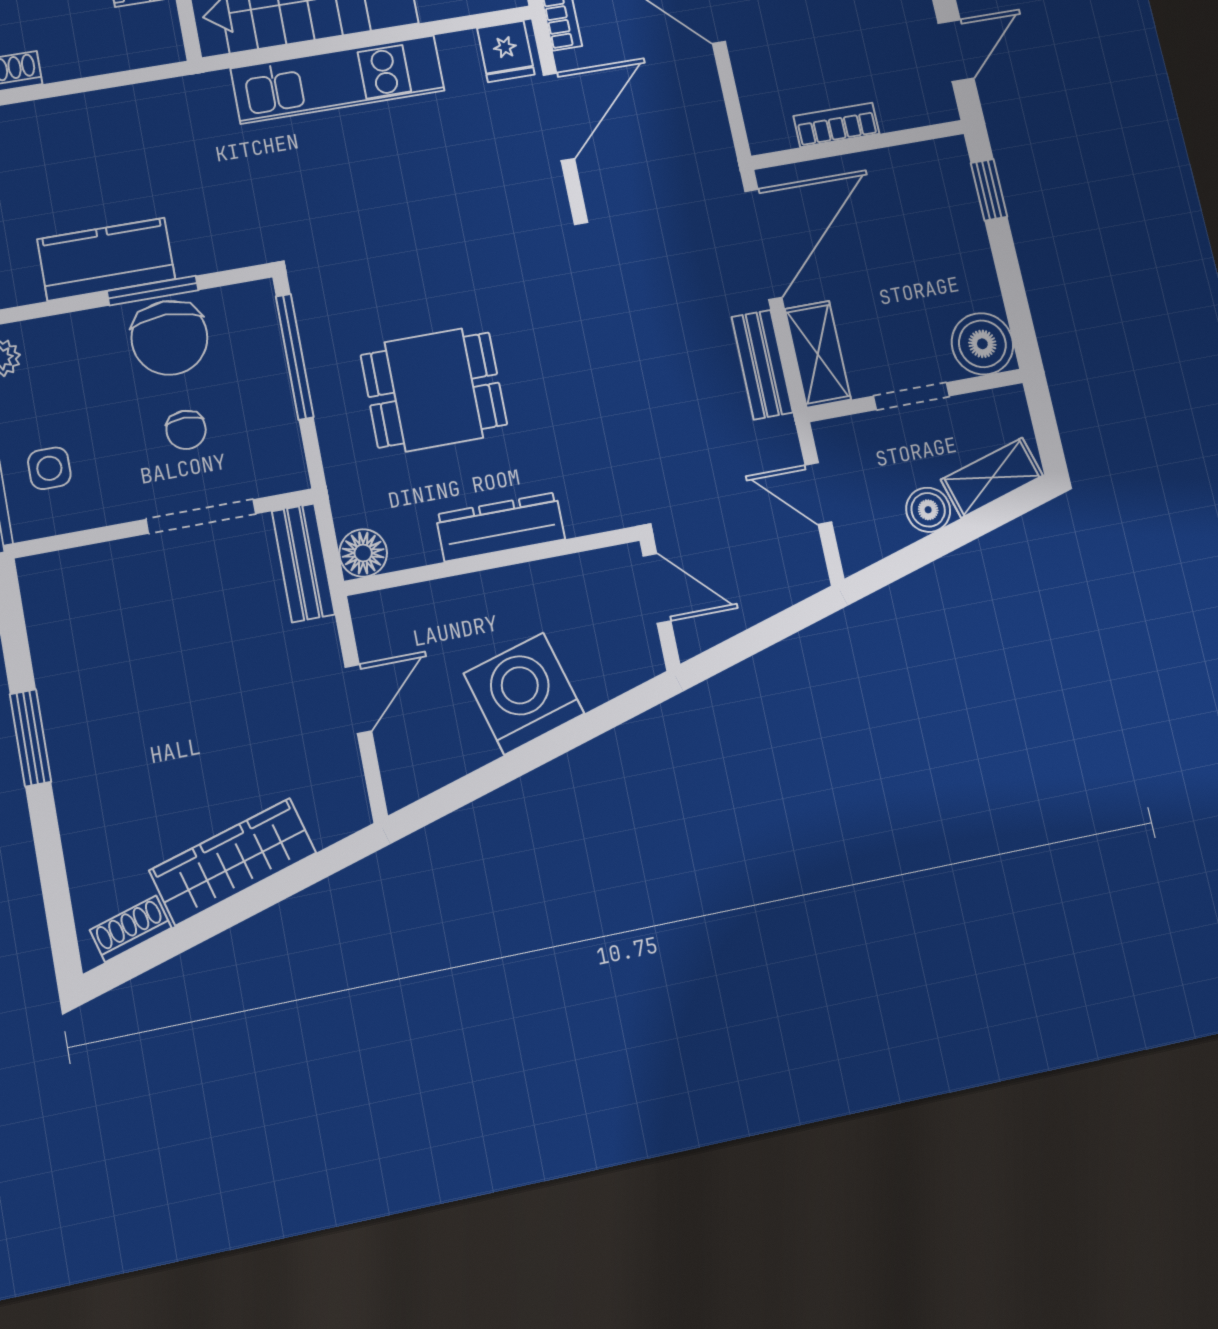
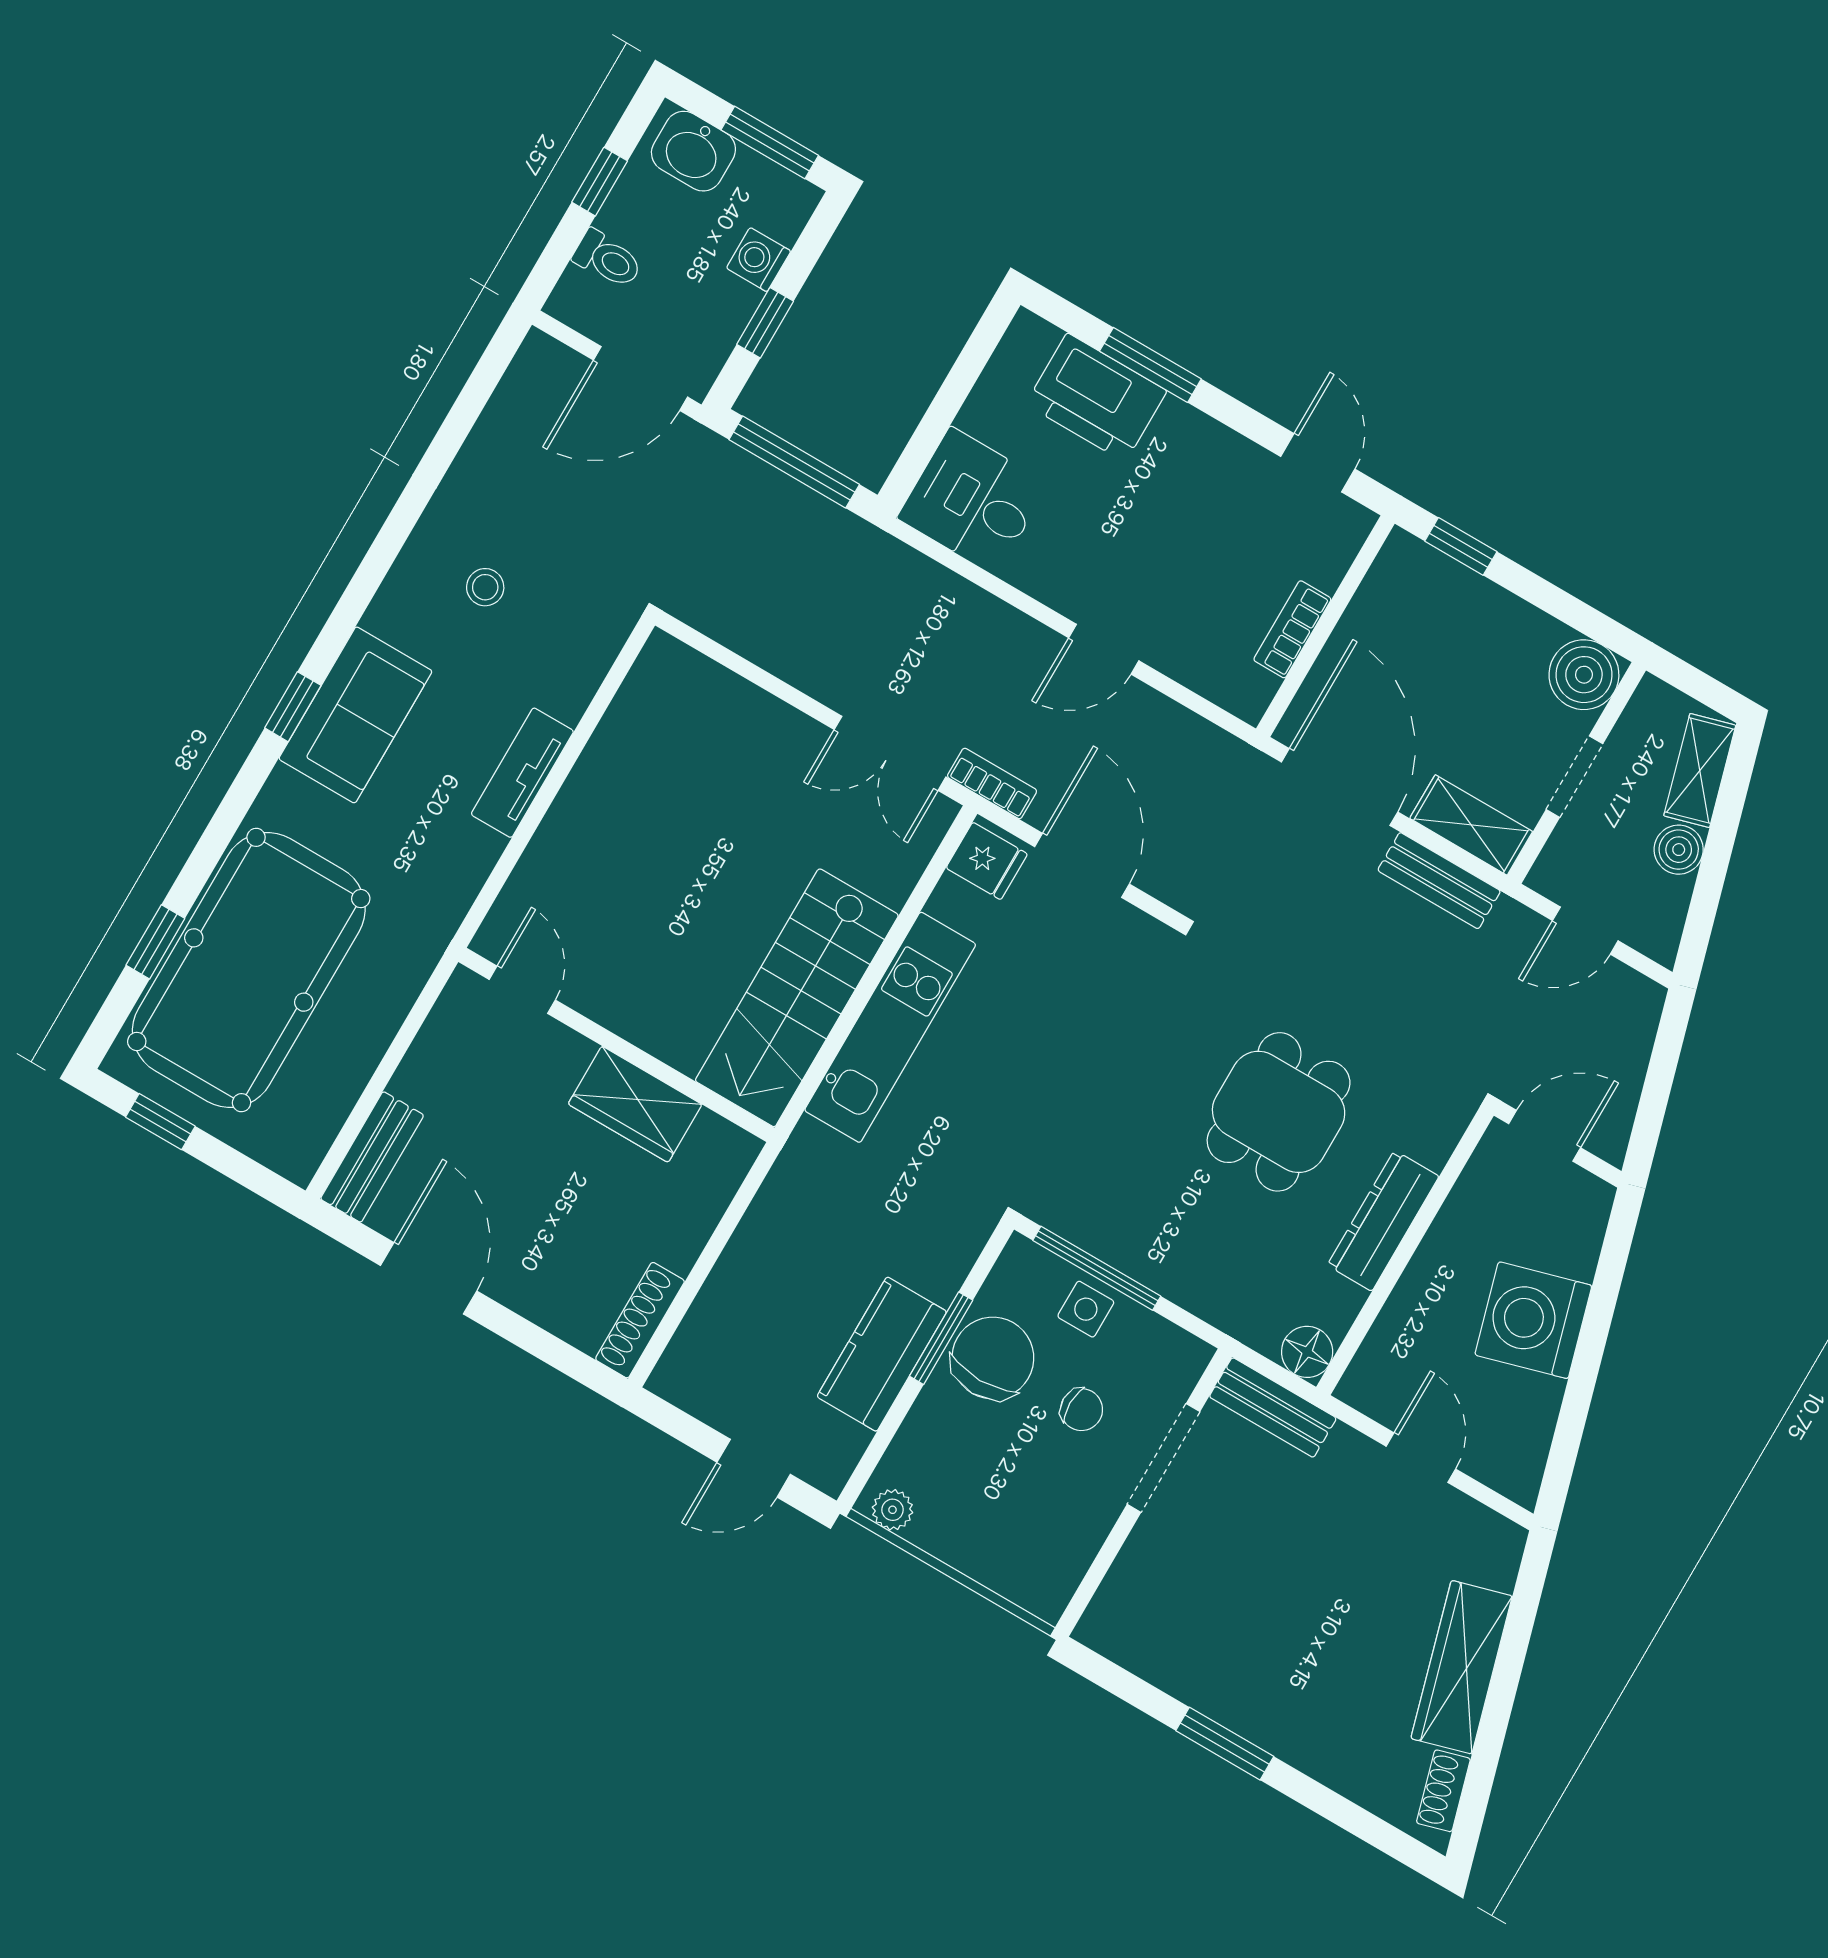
chair: (169, 338) -> (993, 1358), turned -90
dining table: (434, 390) -> (1279, 1112), moved
side table: (49, 468) -> (1086, 1309), moved

